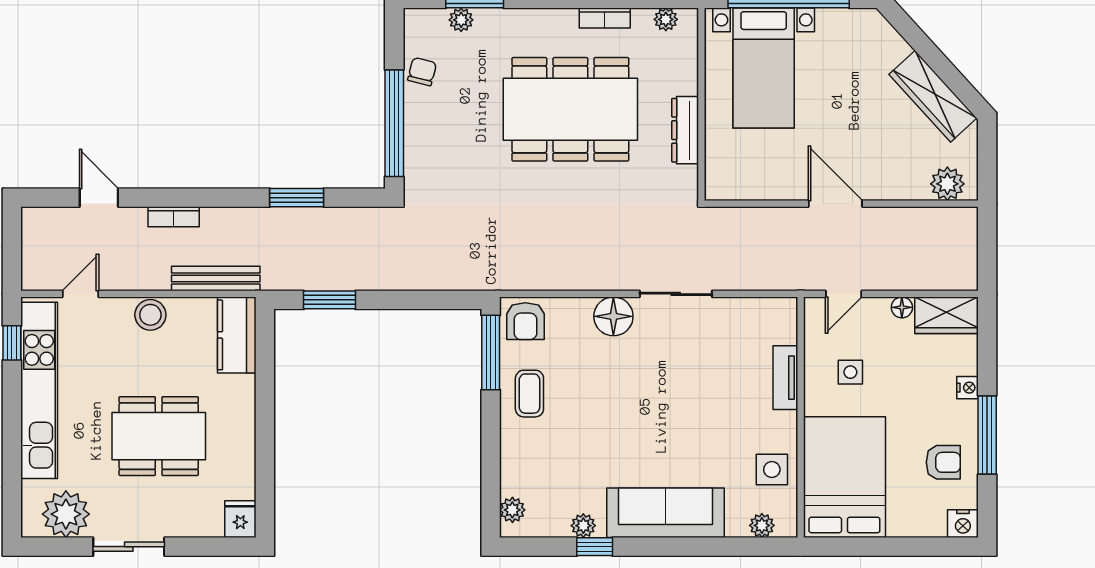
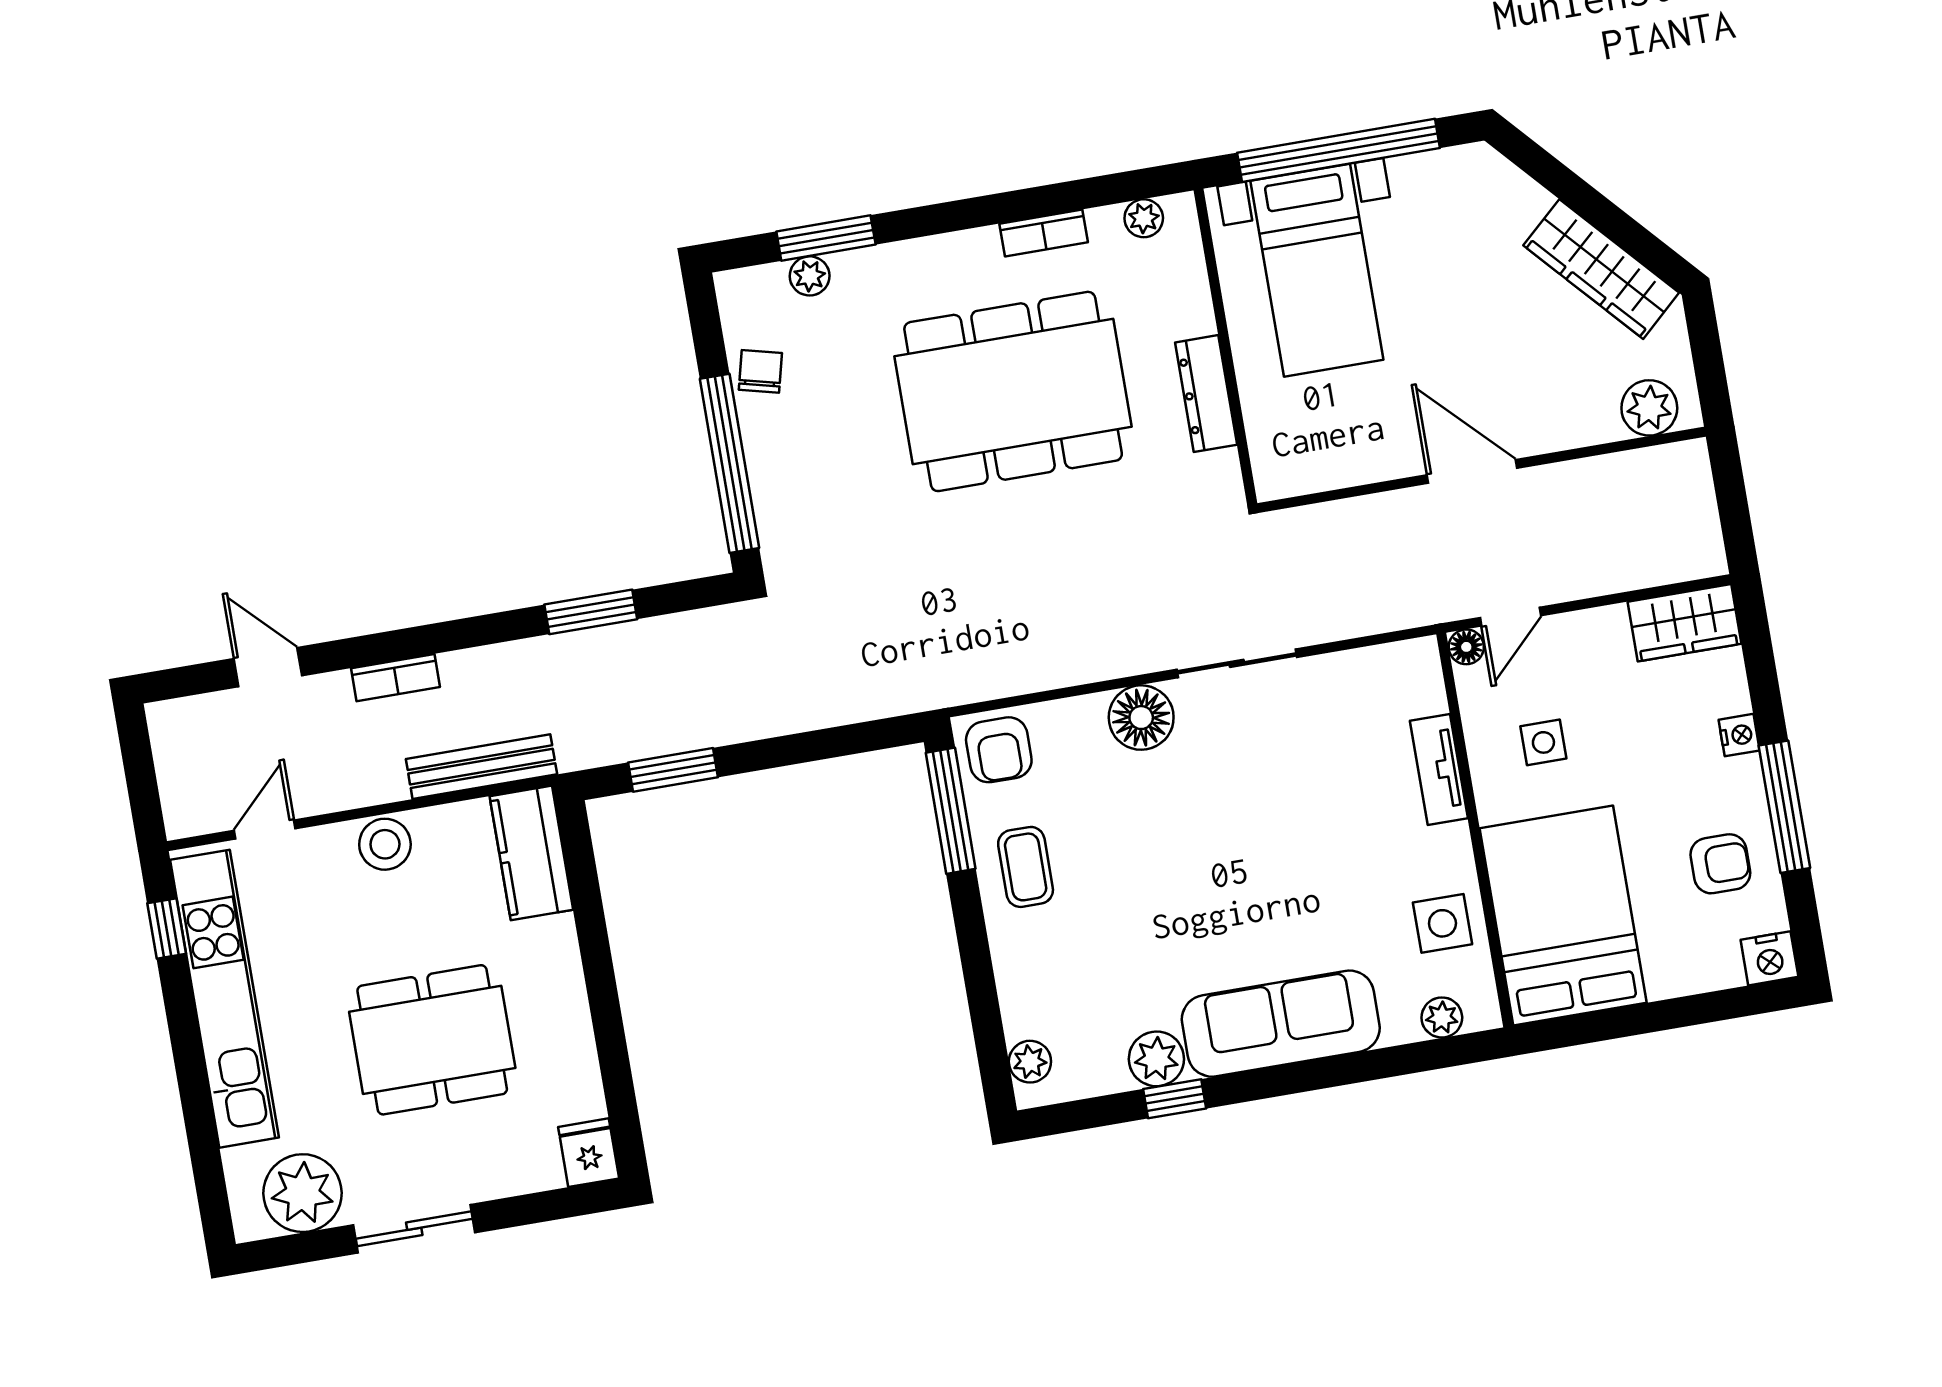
floor lamp: (902, 307) -> (1466, 647), moved
plant: (583, 526) -> (1156, 1059), width x1.38, depth x1.38

